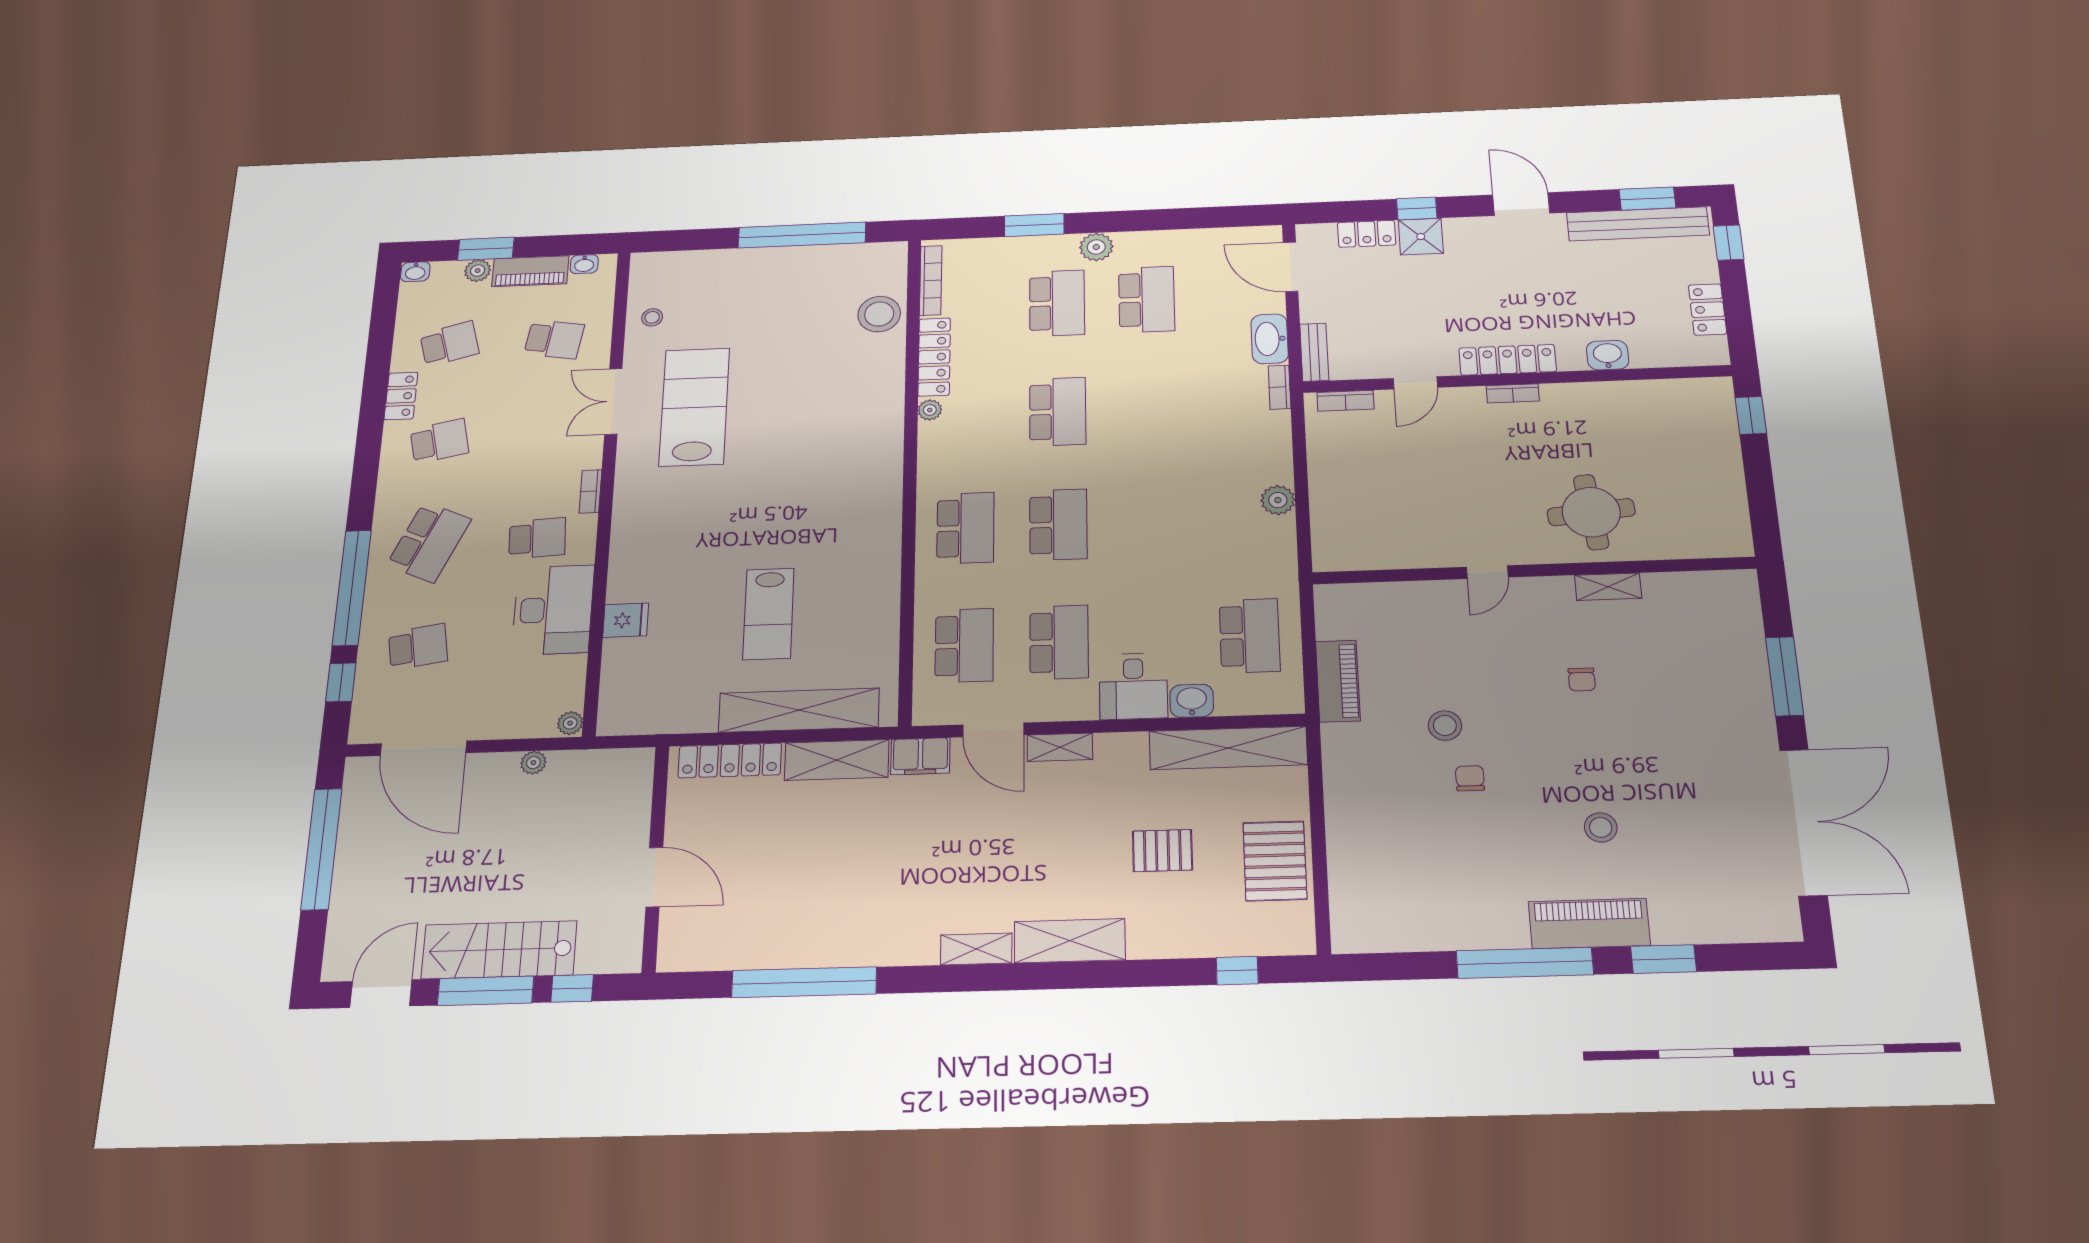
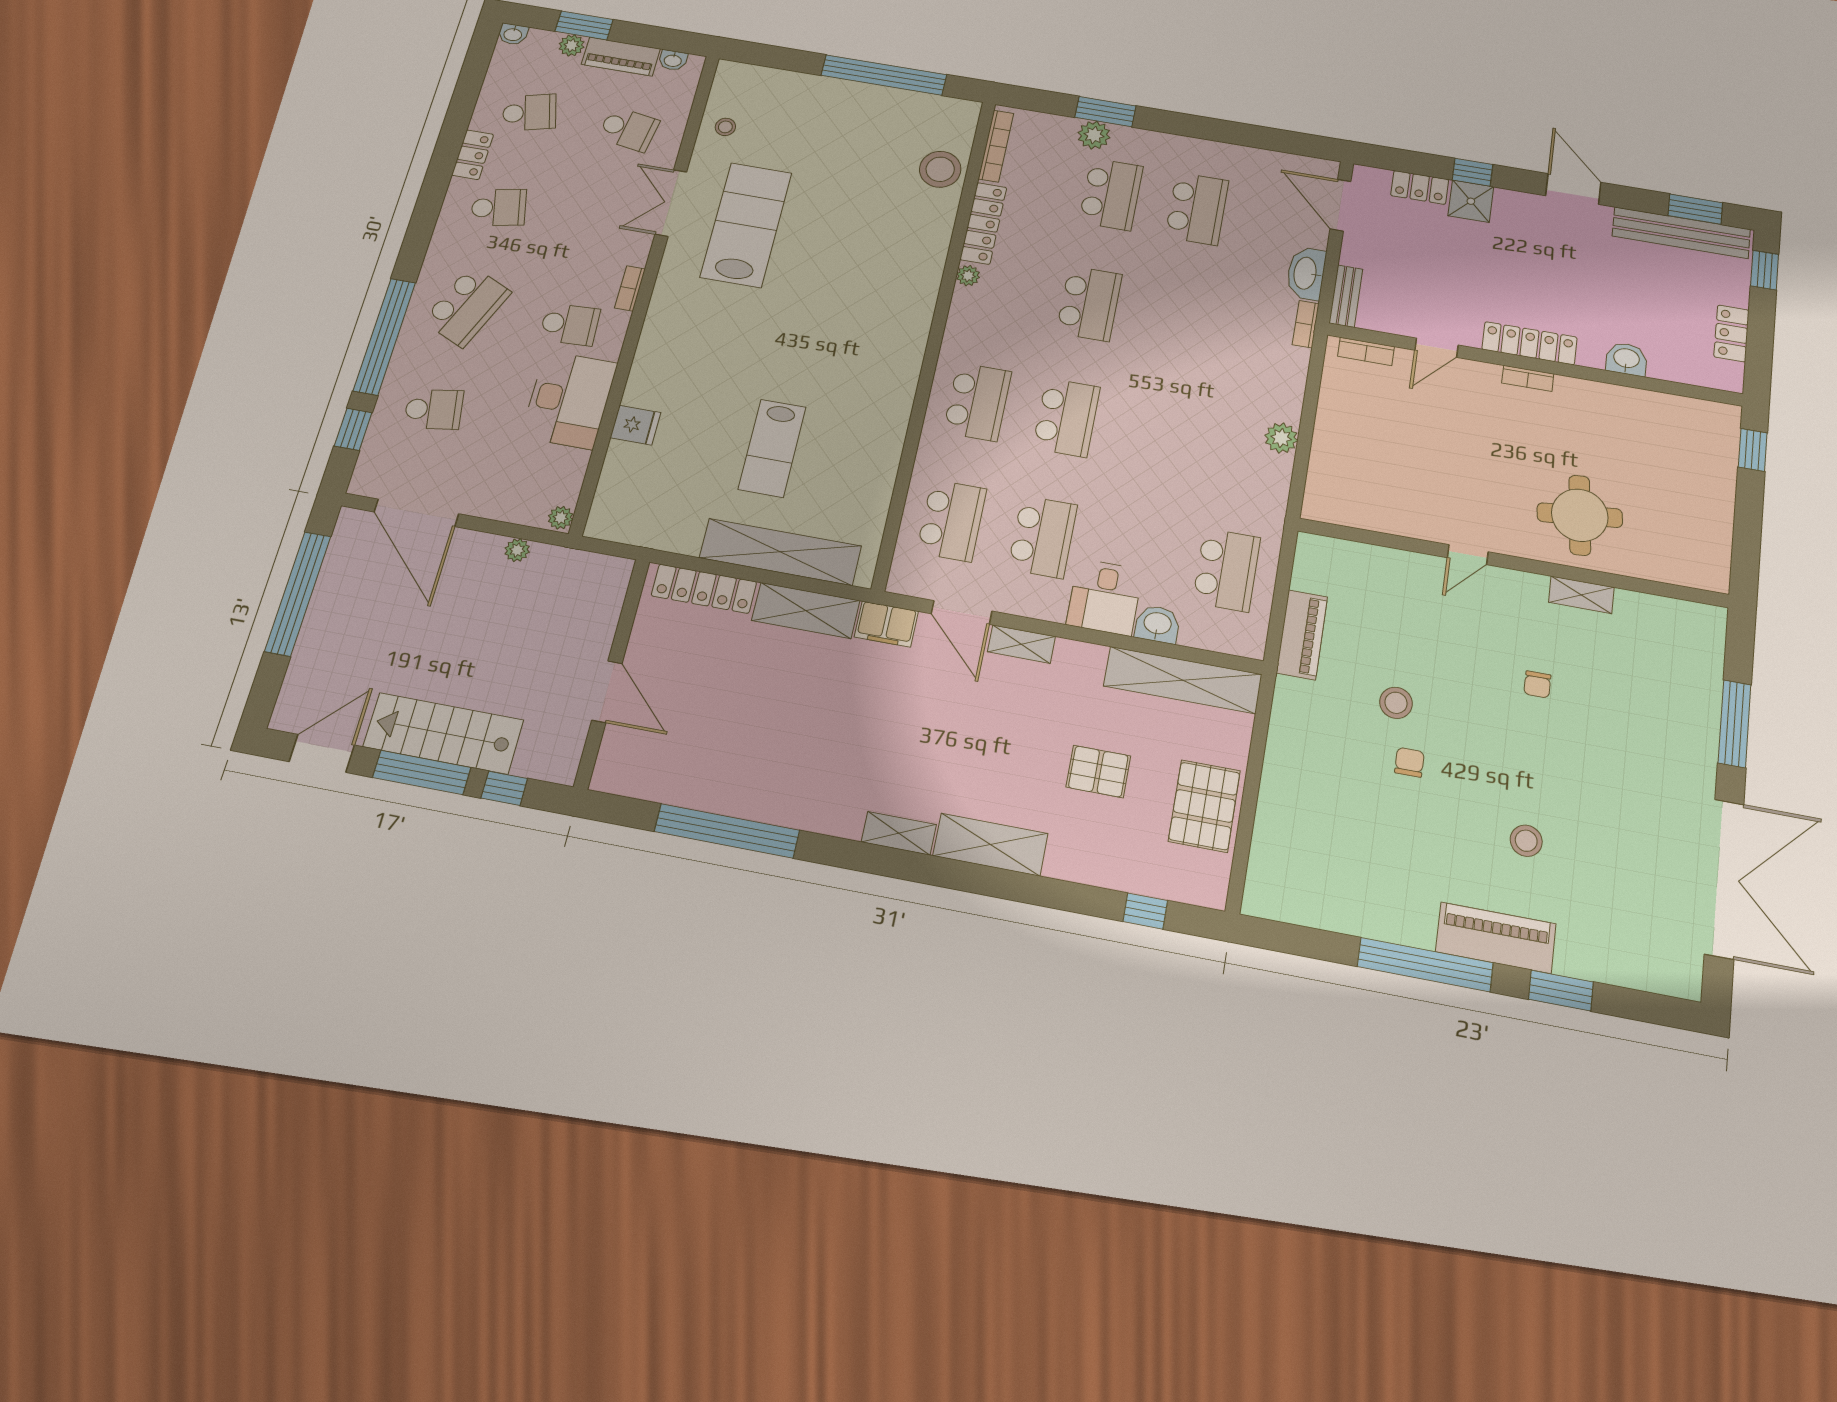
plant: (1096, 247) -> (1094, 135), moved

